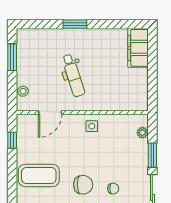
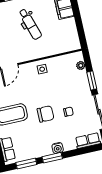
dental chair: (73, 75) -> (30, 24), moved

